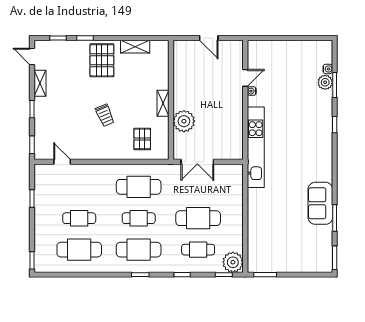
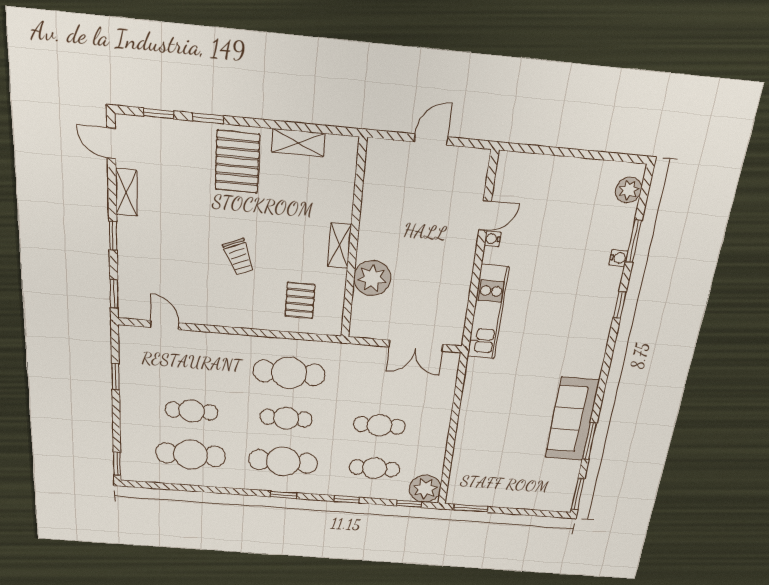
door: (209, 38) -> (431, 139), swing flipped
water cooler: (328, 69) -> (618, 258), moved
plant: (325, 82) -> (628, 190), moved
kitchen unit: (256, 147) -> (488, 312), width x0.73
double door: (197, 162) -> (416, 346), moved
sofa: (320, 203) -> (572, 419), width x1.36
cafe table: (198, 218) -> (379, 425), width x0.73, depth x0.74

